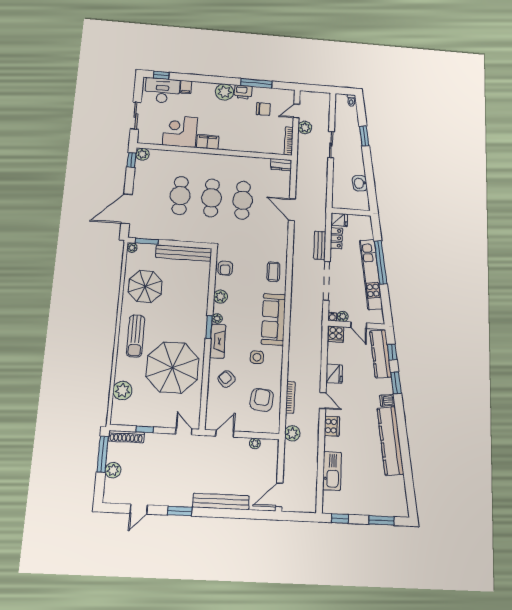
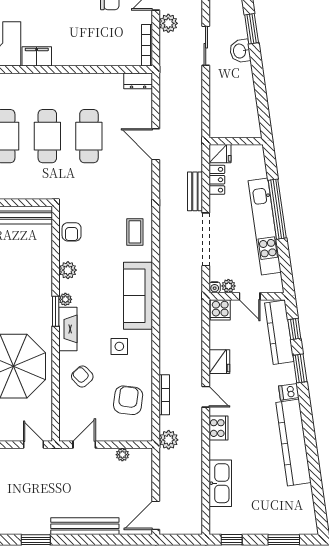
washbasin: (360, 183) -> (240, 51), moved

